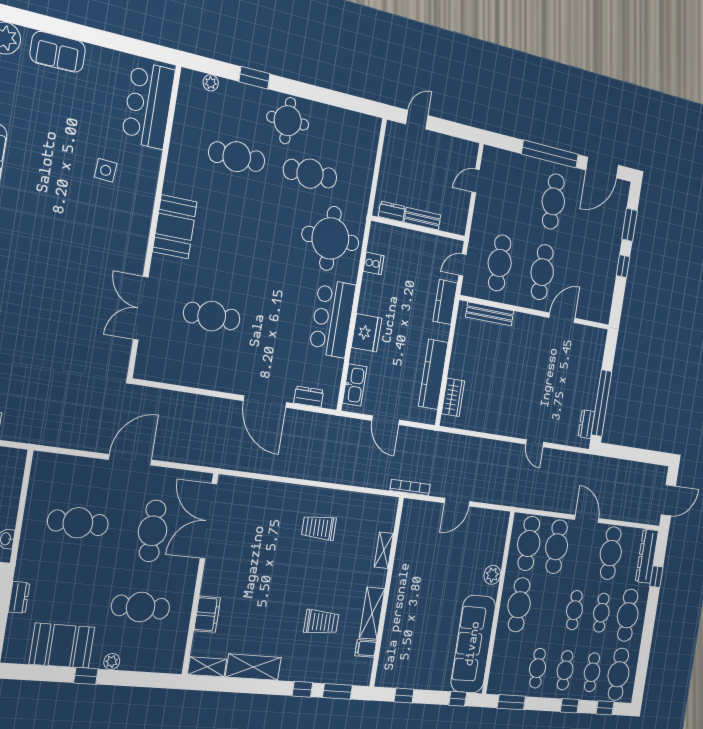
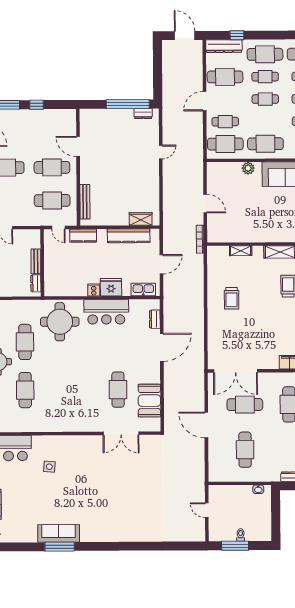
booth: (175, 227) -> (149, 401), moved, turned 90
cooker: (374, 263) -> (94, 290), moved
cafe table: (557, 547) -> (225, 122), width x0.73, depth x0.74

